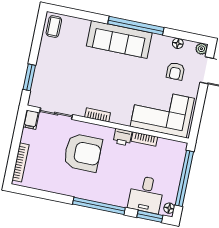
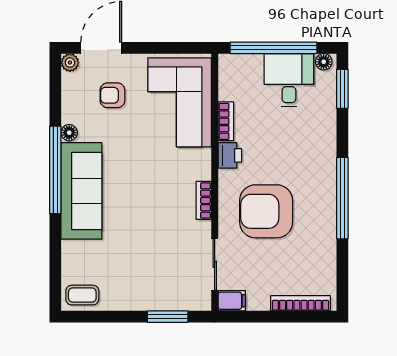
floor lamp: (178, 43) -> (69, 133), moved
armchair: (175, 71) -> (112, 95), turned 180
armchair: (83, 153) -> (266, 211), turned -90
desk: (146, 194) -> (289, 80), moved, turned -90
window: (99, 206) -> (342, 198), moved

